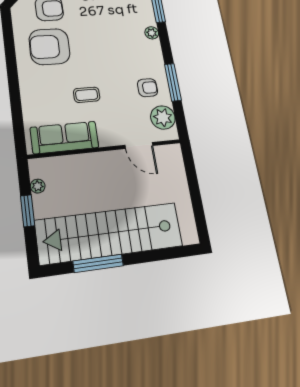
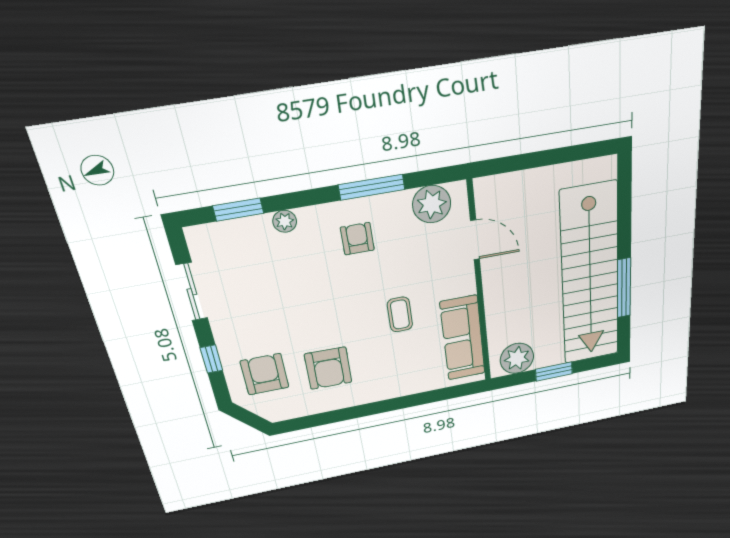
armchair: (49, 47) -> (328, 368), width x0.73, depth x0.73
armchair: (148, 88) -> (357, 239), moved
door: (139, 145) -> (475, 240), hinge flipped
plant: (38, 186) -> (517, 358), width x1.88, depth x1.88

